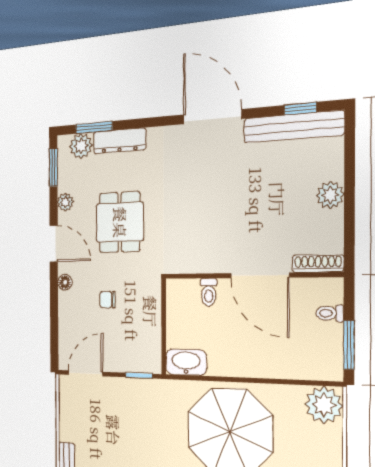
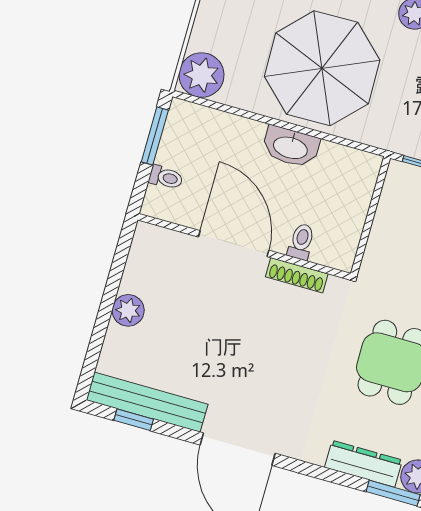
shoe rack: (318, 264) -> (297, 275), moved
washbasin: (186, 362) -> (291, 147), moved

